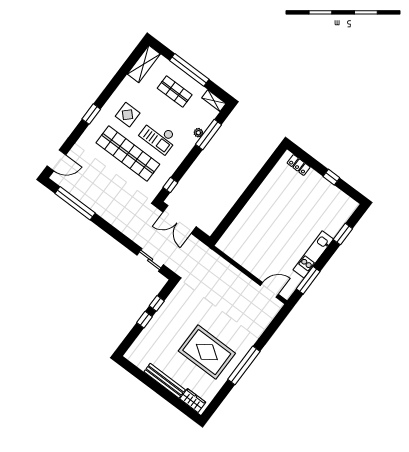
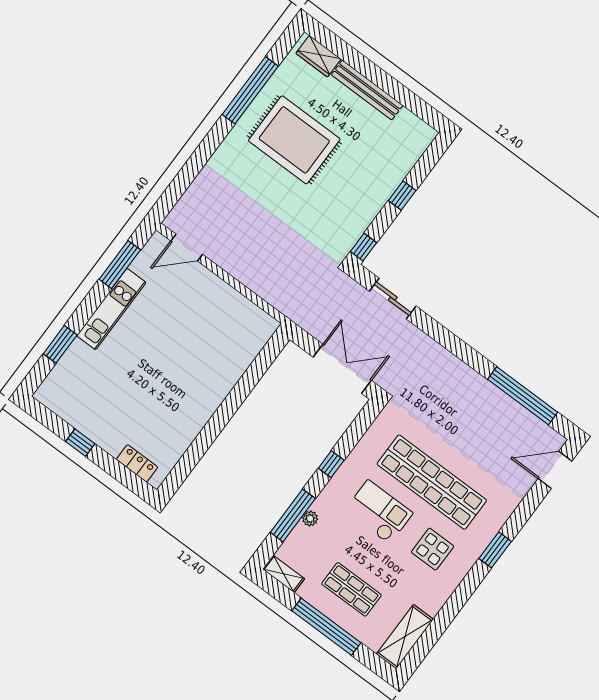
window: (170, 185) -> (331, 464), moved
window: (157, 303) -> (364, 247), moved
window: (244, 365) -> (250, 90), moved

